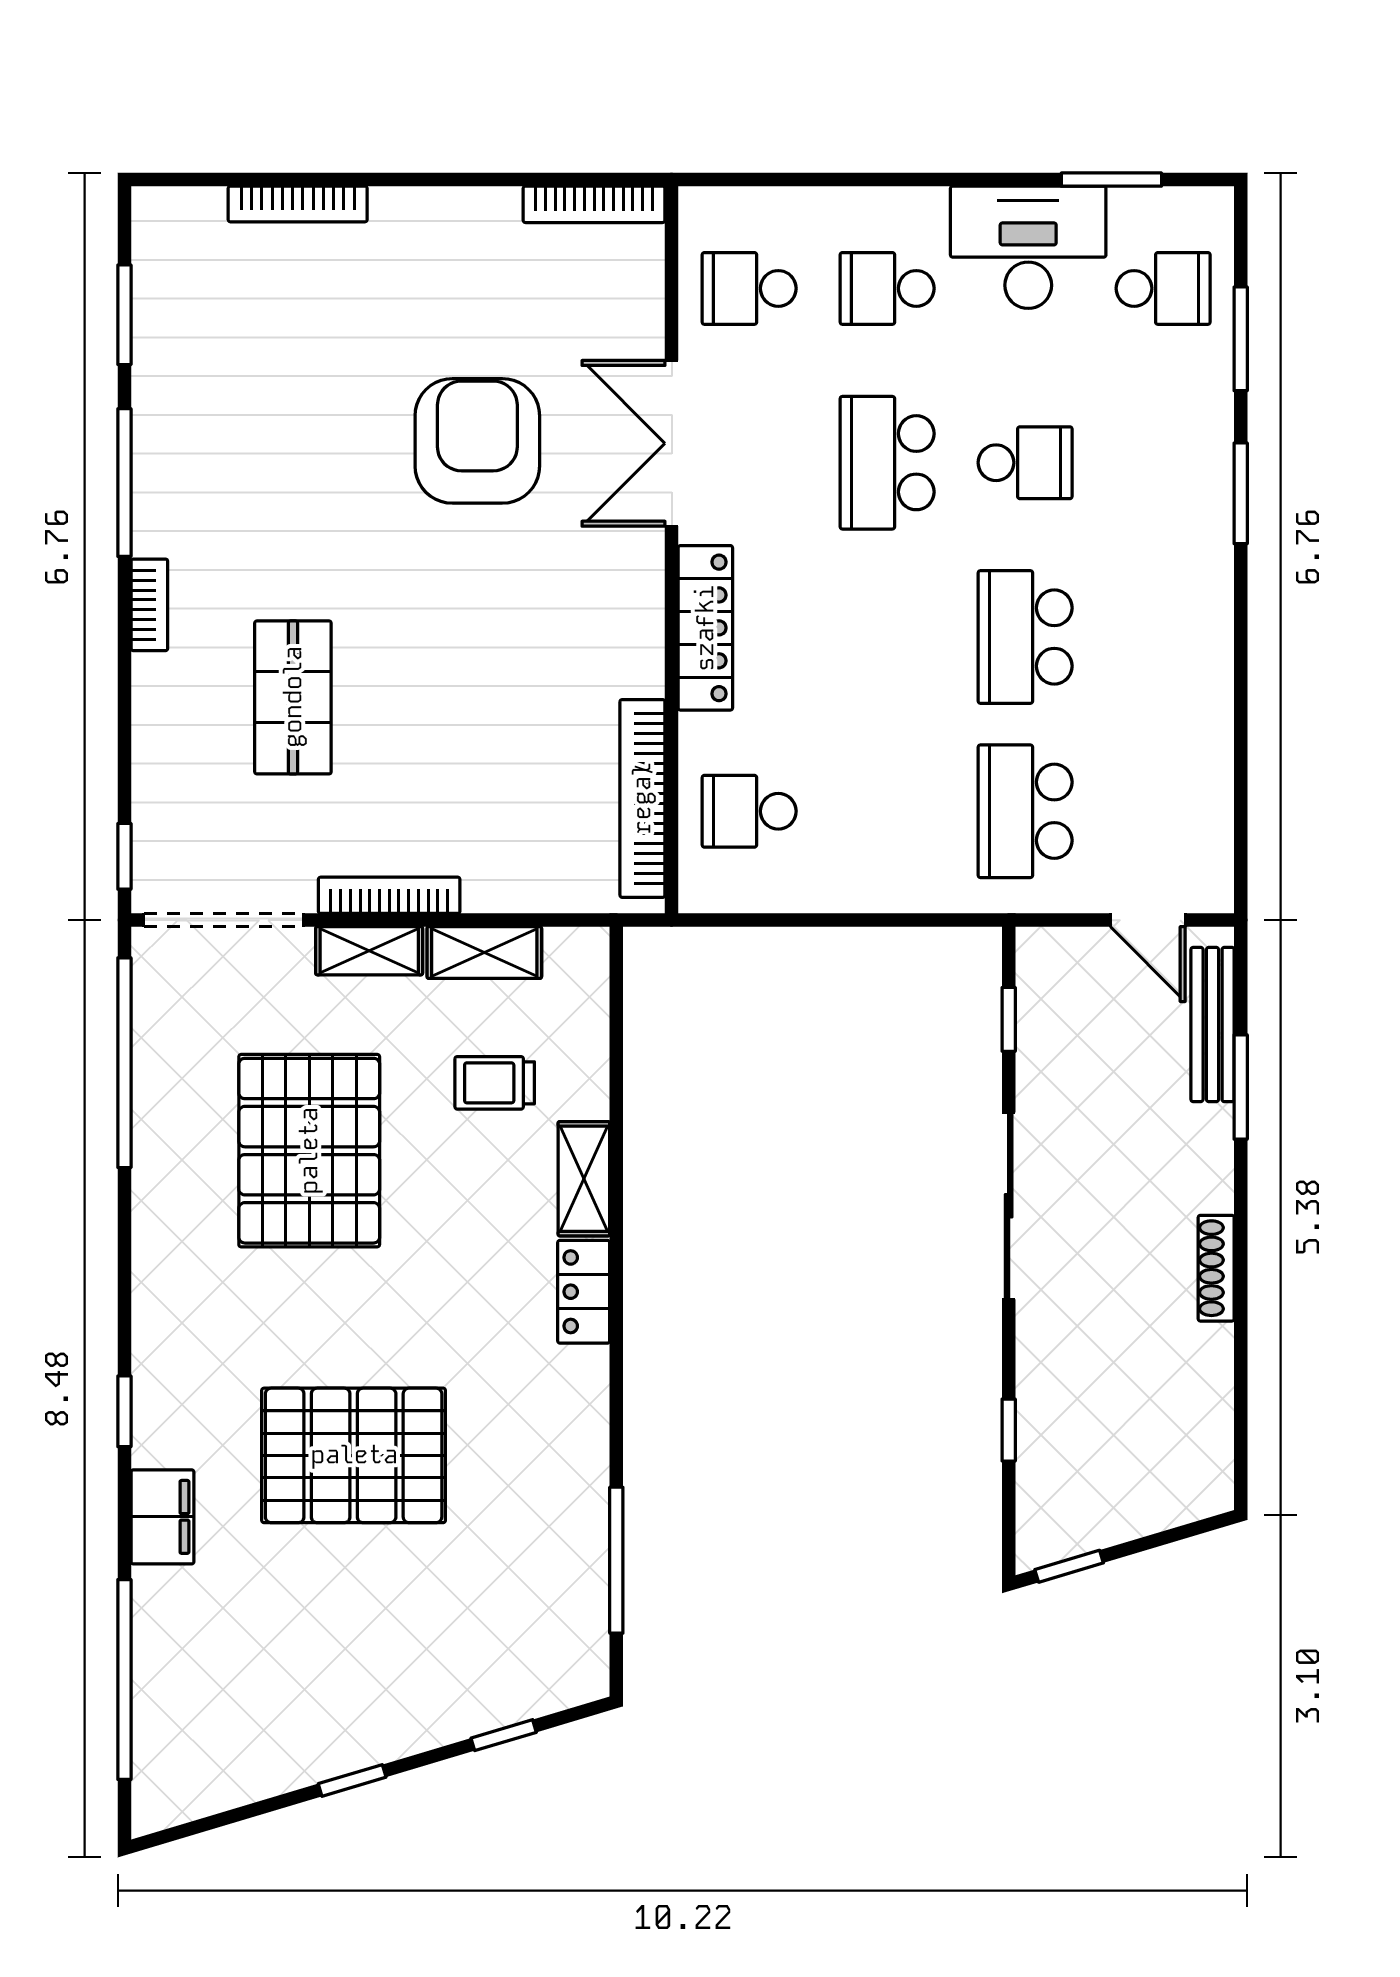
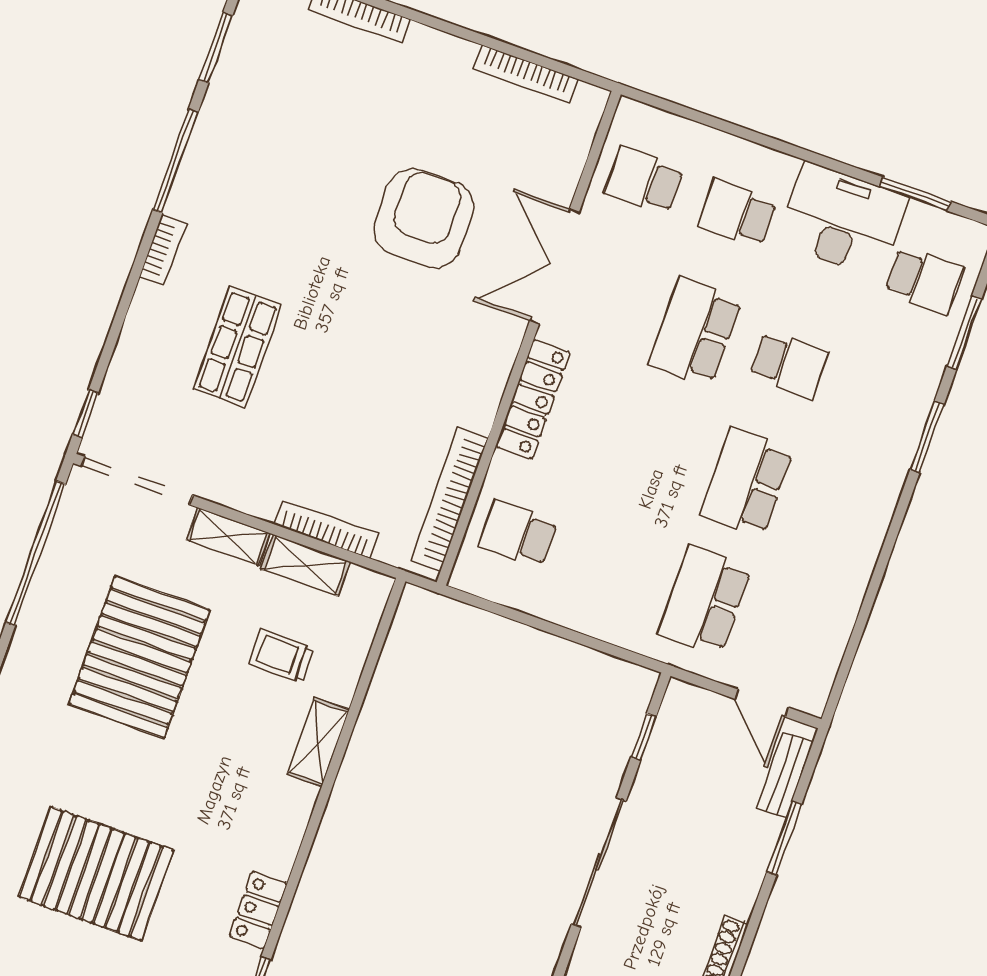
bookcase: (594, 204) -> (526, 74), moved
bookcase: (389, 895) -> (326, 529), moved
bench: (1213, 1025) -> (785, 775), width x0.73
locker: (584, 1292) -> (258, 910), moved

